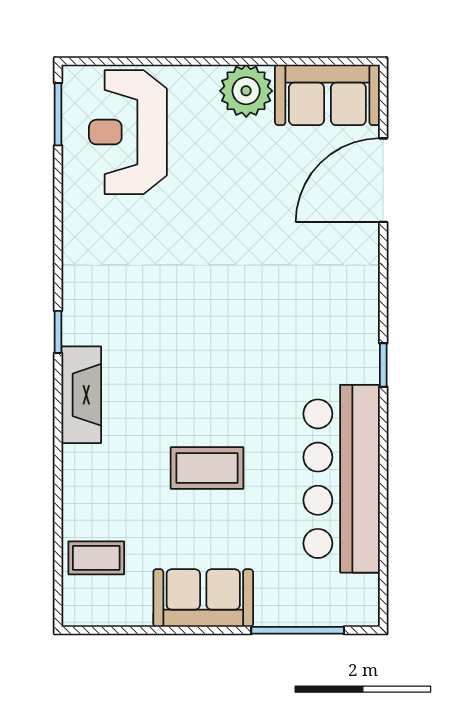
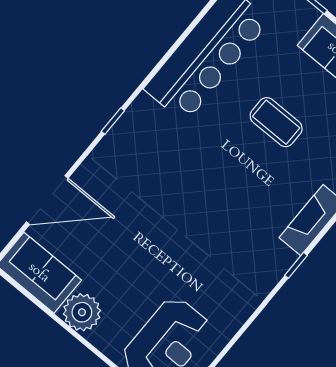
window: (383, 365) -> (113, 121), moved

